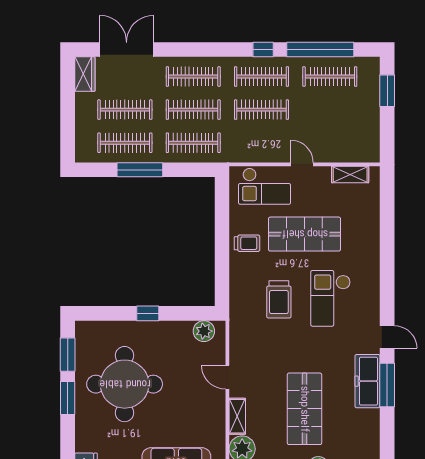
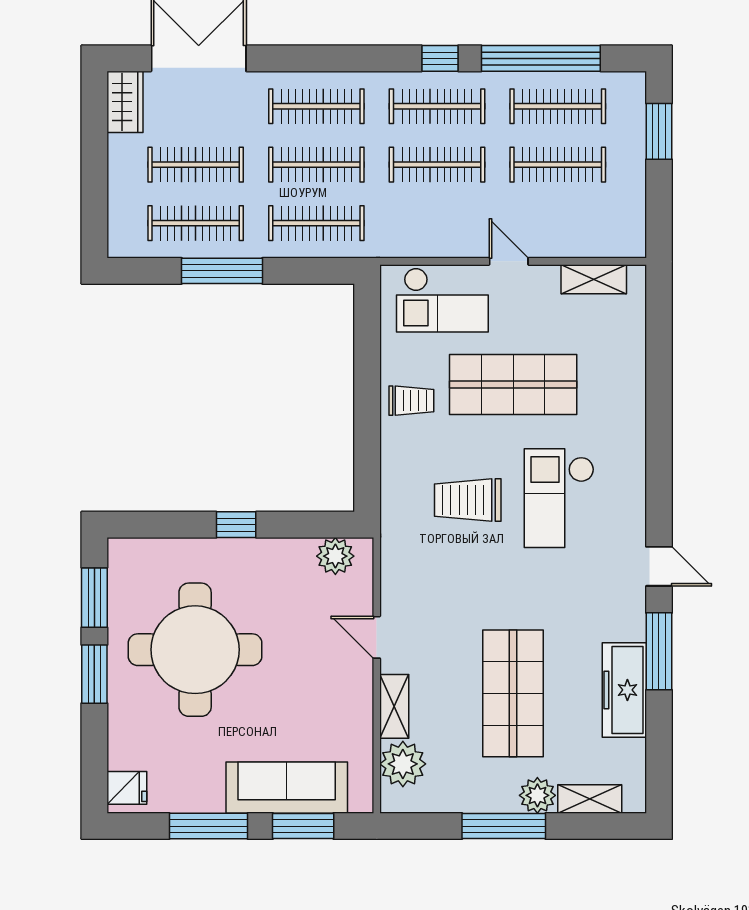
clothes rail: (330, 110) -> (558, 165), added
trolley: (279, 299) -> (468, 500), turned 90
freezer: (367, 381) -> (624, 690), moved

